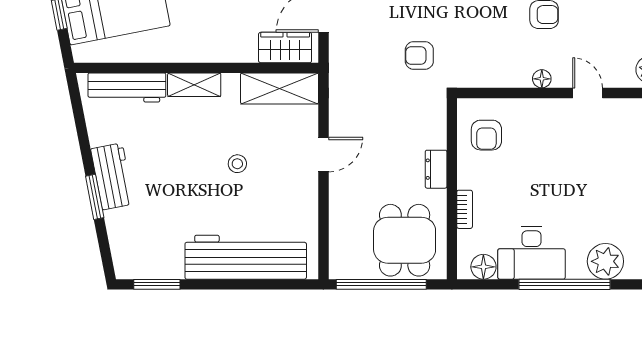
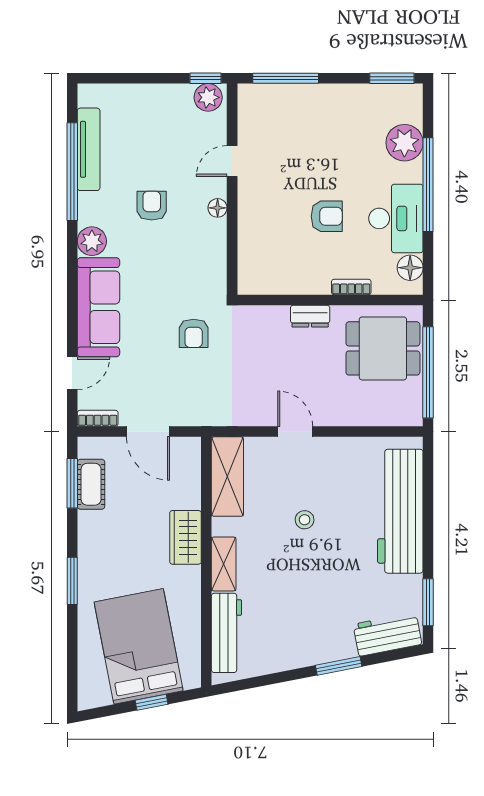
wardrobe: (285, 48) -> (186, 537), moved
armchair: (486, 135) -> (327, 216), moved
workbench: (112, 176) -> (387, 634), moved

